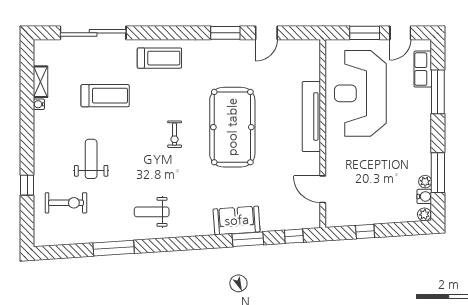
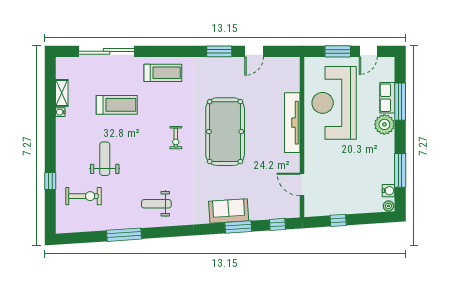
row of seats: (423, 69) -> (387, 98), moved
plant: (425, 182) -> (384, 124), moved, width x1.88, depth x1.88

